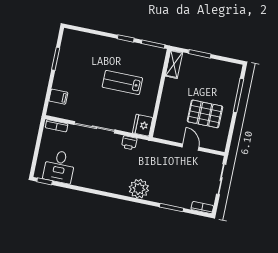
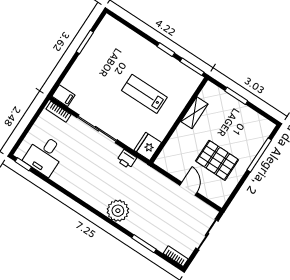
shelving: (174, 64) -> (194, 113), moved
filing cabinet: (58, 97) -> (63, 96), moved

